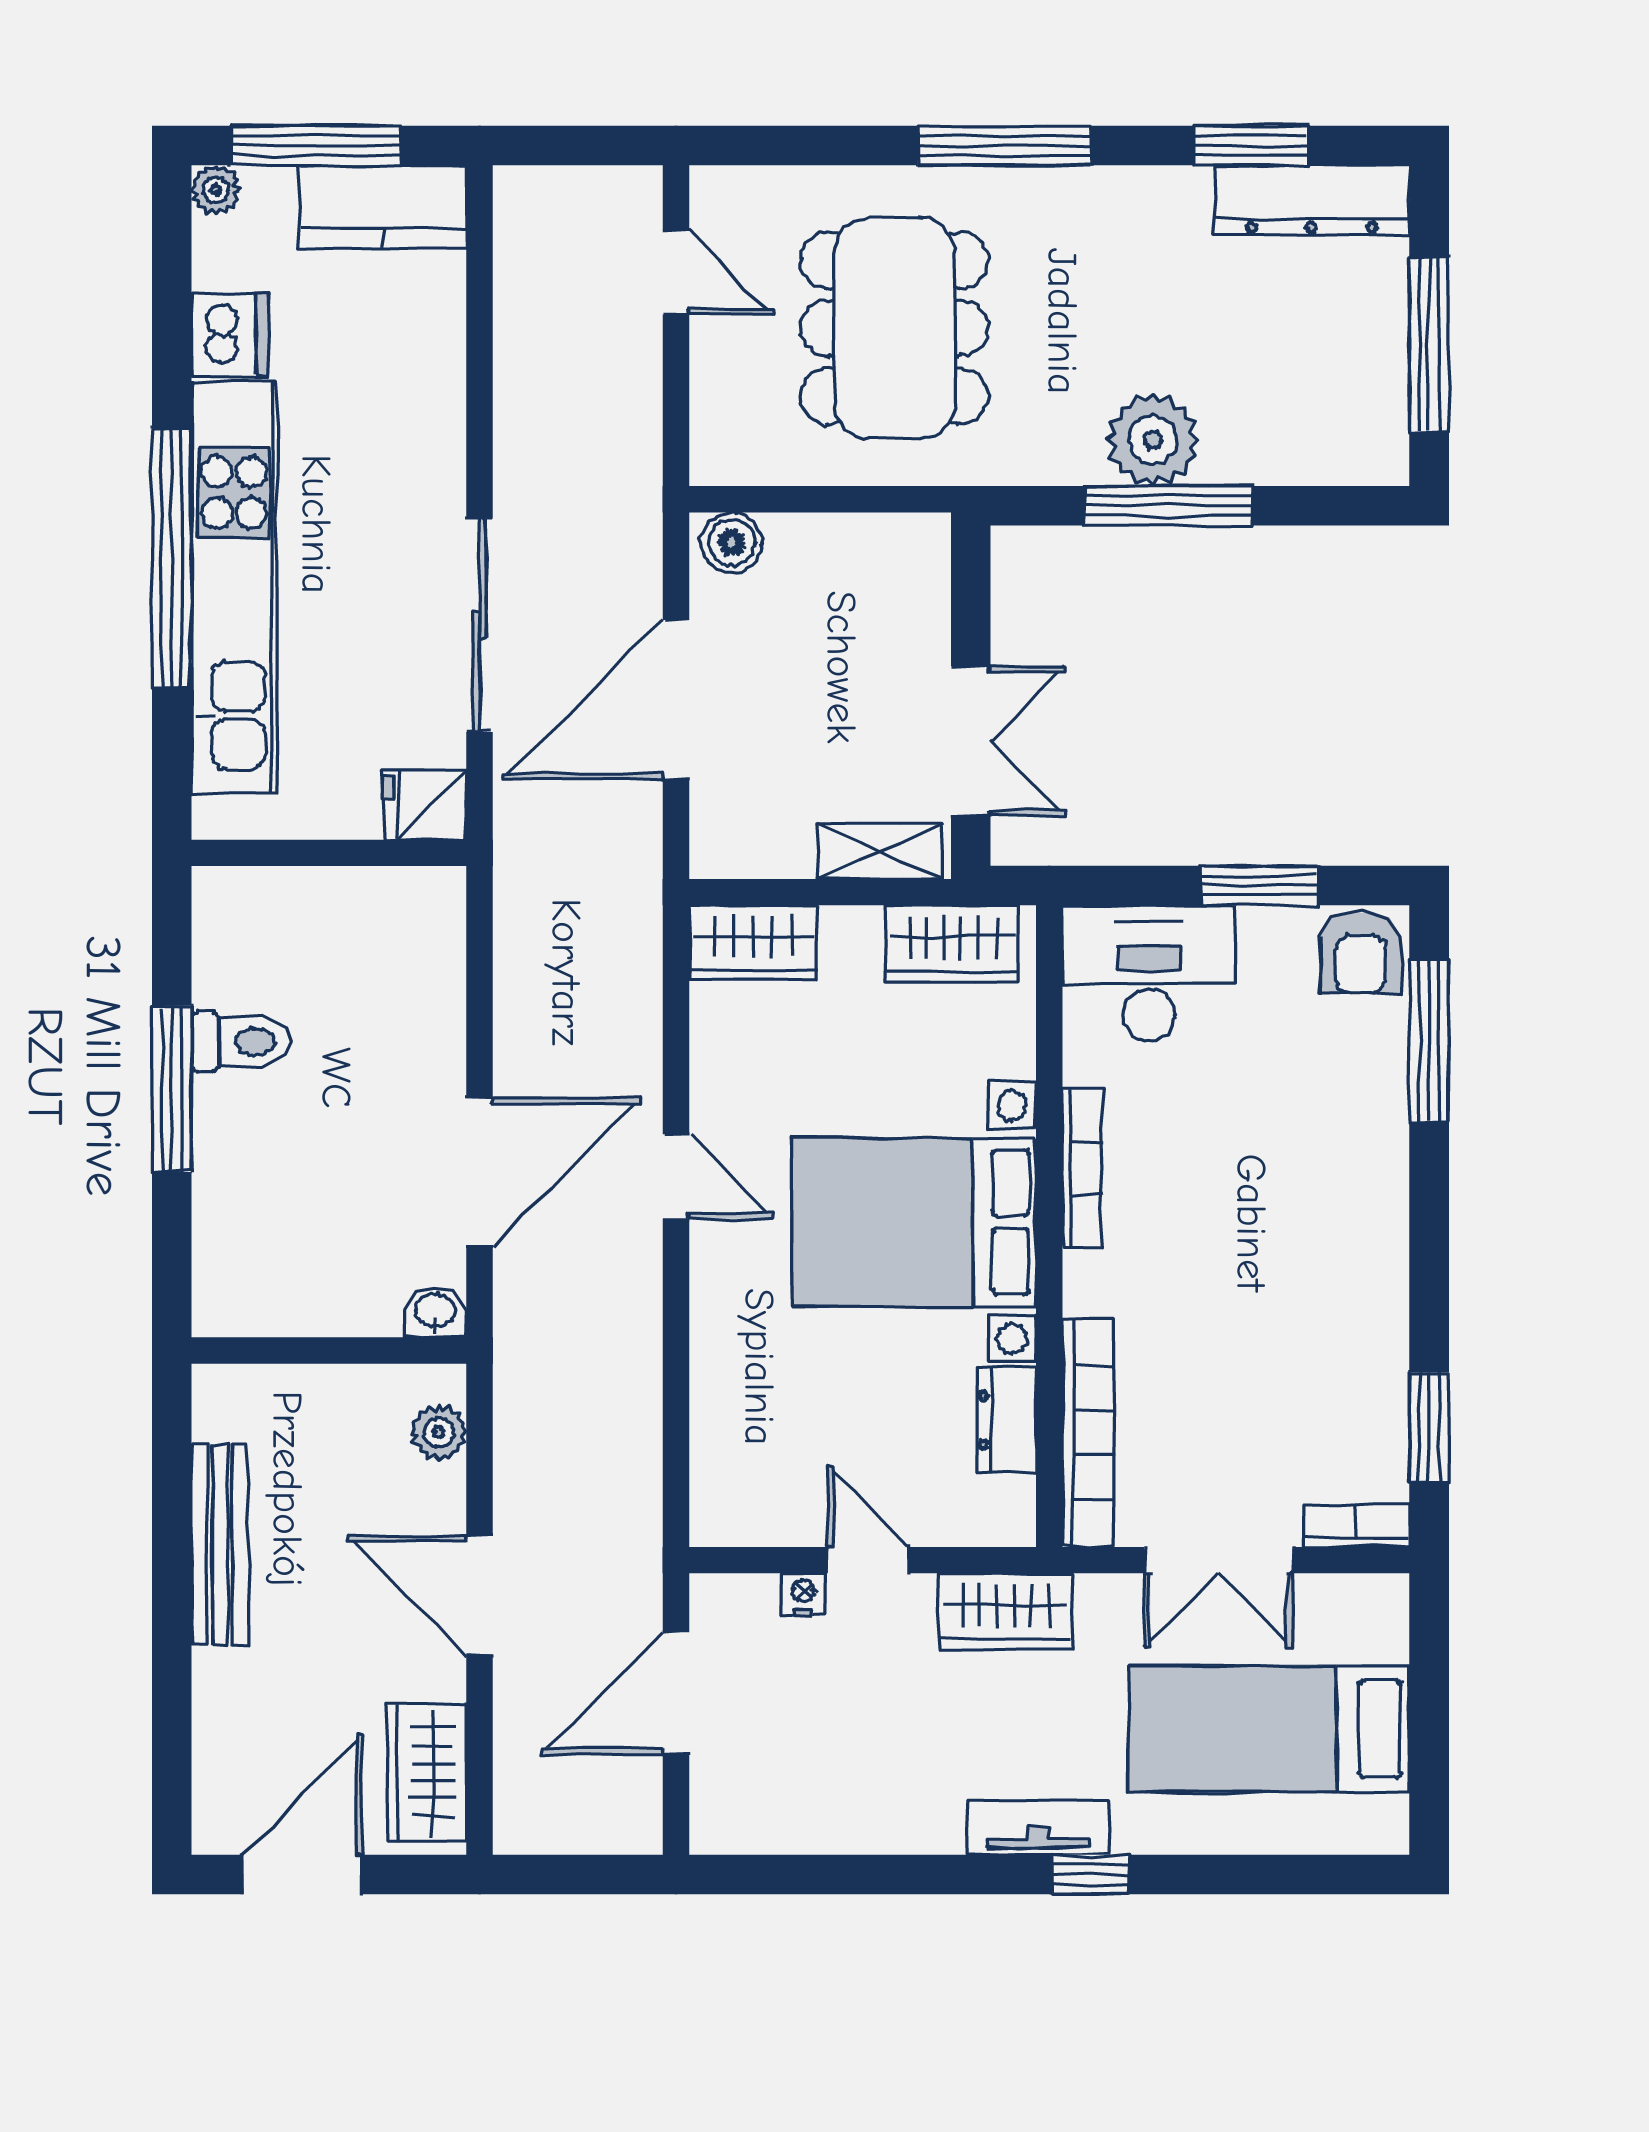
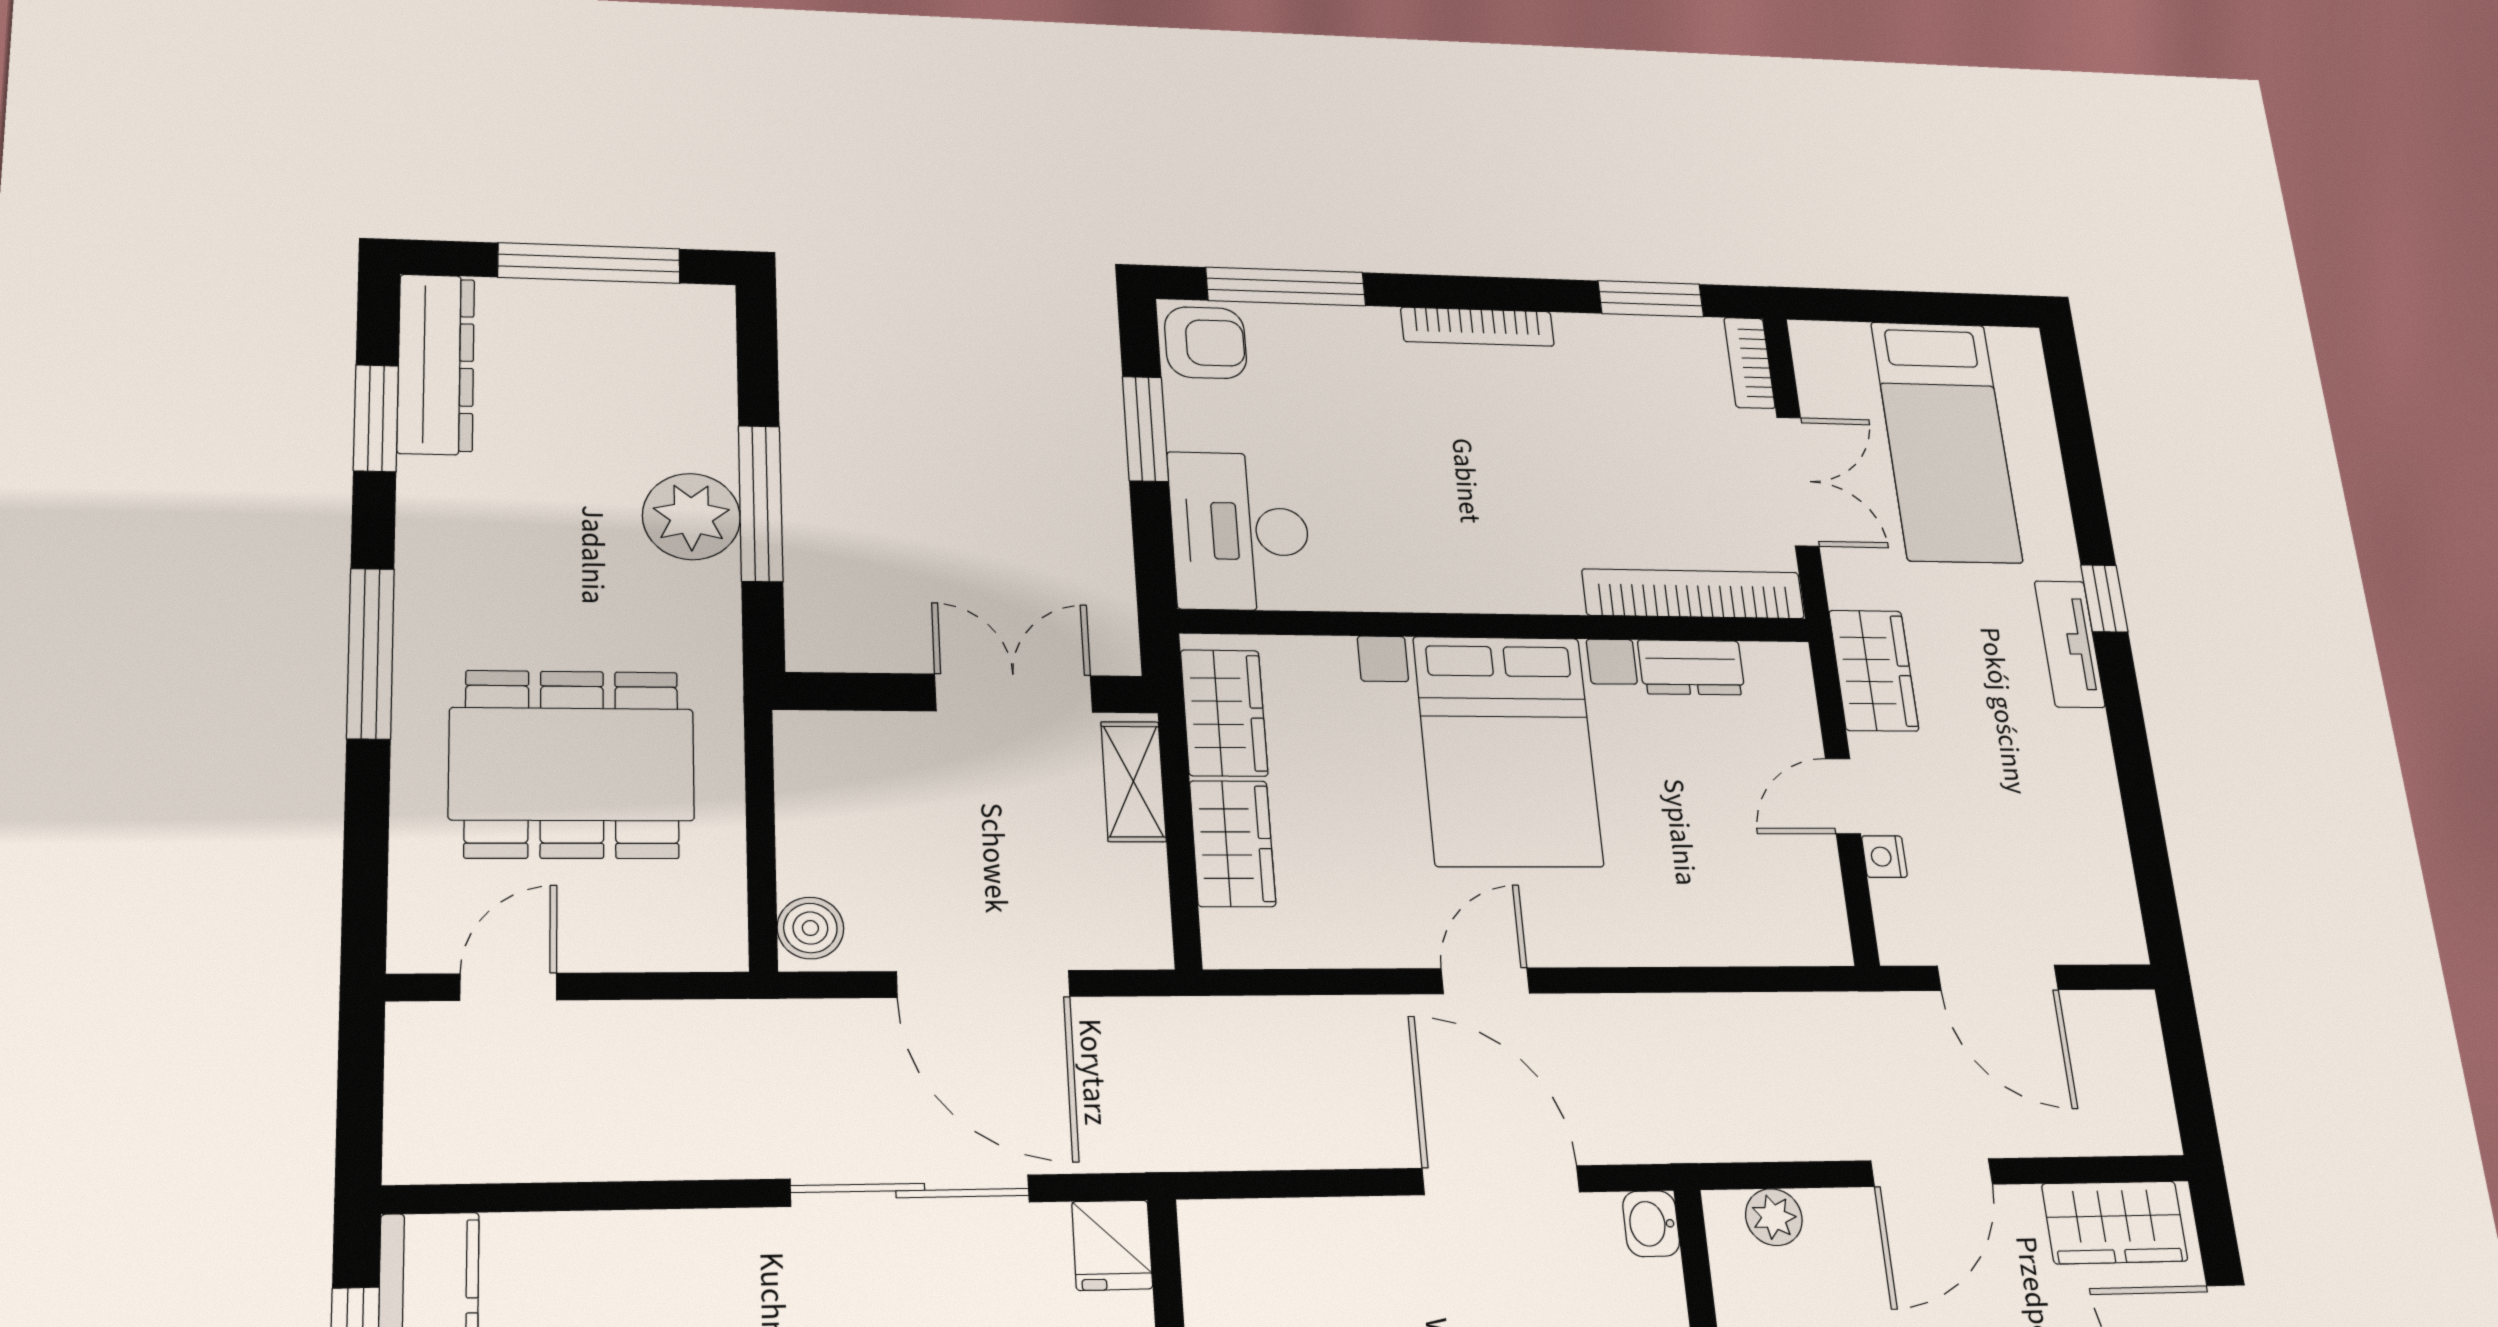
wardrobe: (753, 943) -> (1233, 843), moved
bookcase: (1083, 1168) -> (1477, 327), moved, turned 180

